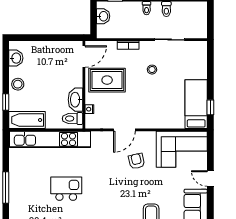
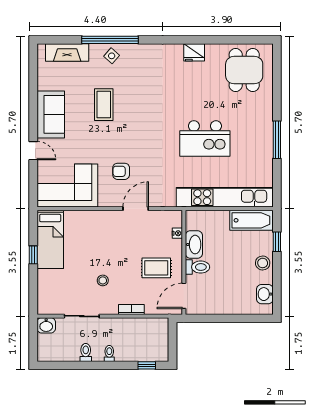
washbasin: (103, 16) -> (46, 325), moved, turned -90
rug: (107, 80) -> (156, 268), width x0.73, depth x0.70
window: (210, 107) -> (33, 255), moved
toilet: (72, 119) -> (197, 267), moved
armchair: (137, 161) -> (121, 171), turned 103
kitchen island: (66, 189) -> (205, 138), width x1.37, depth x1.28

